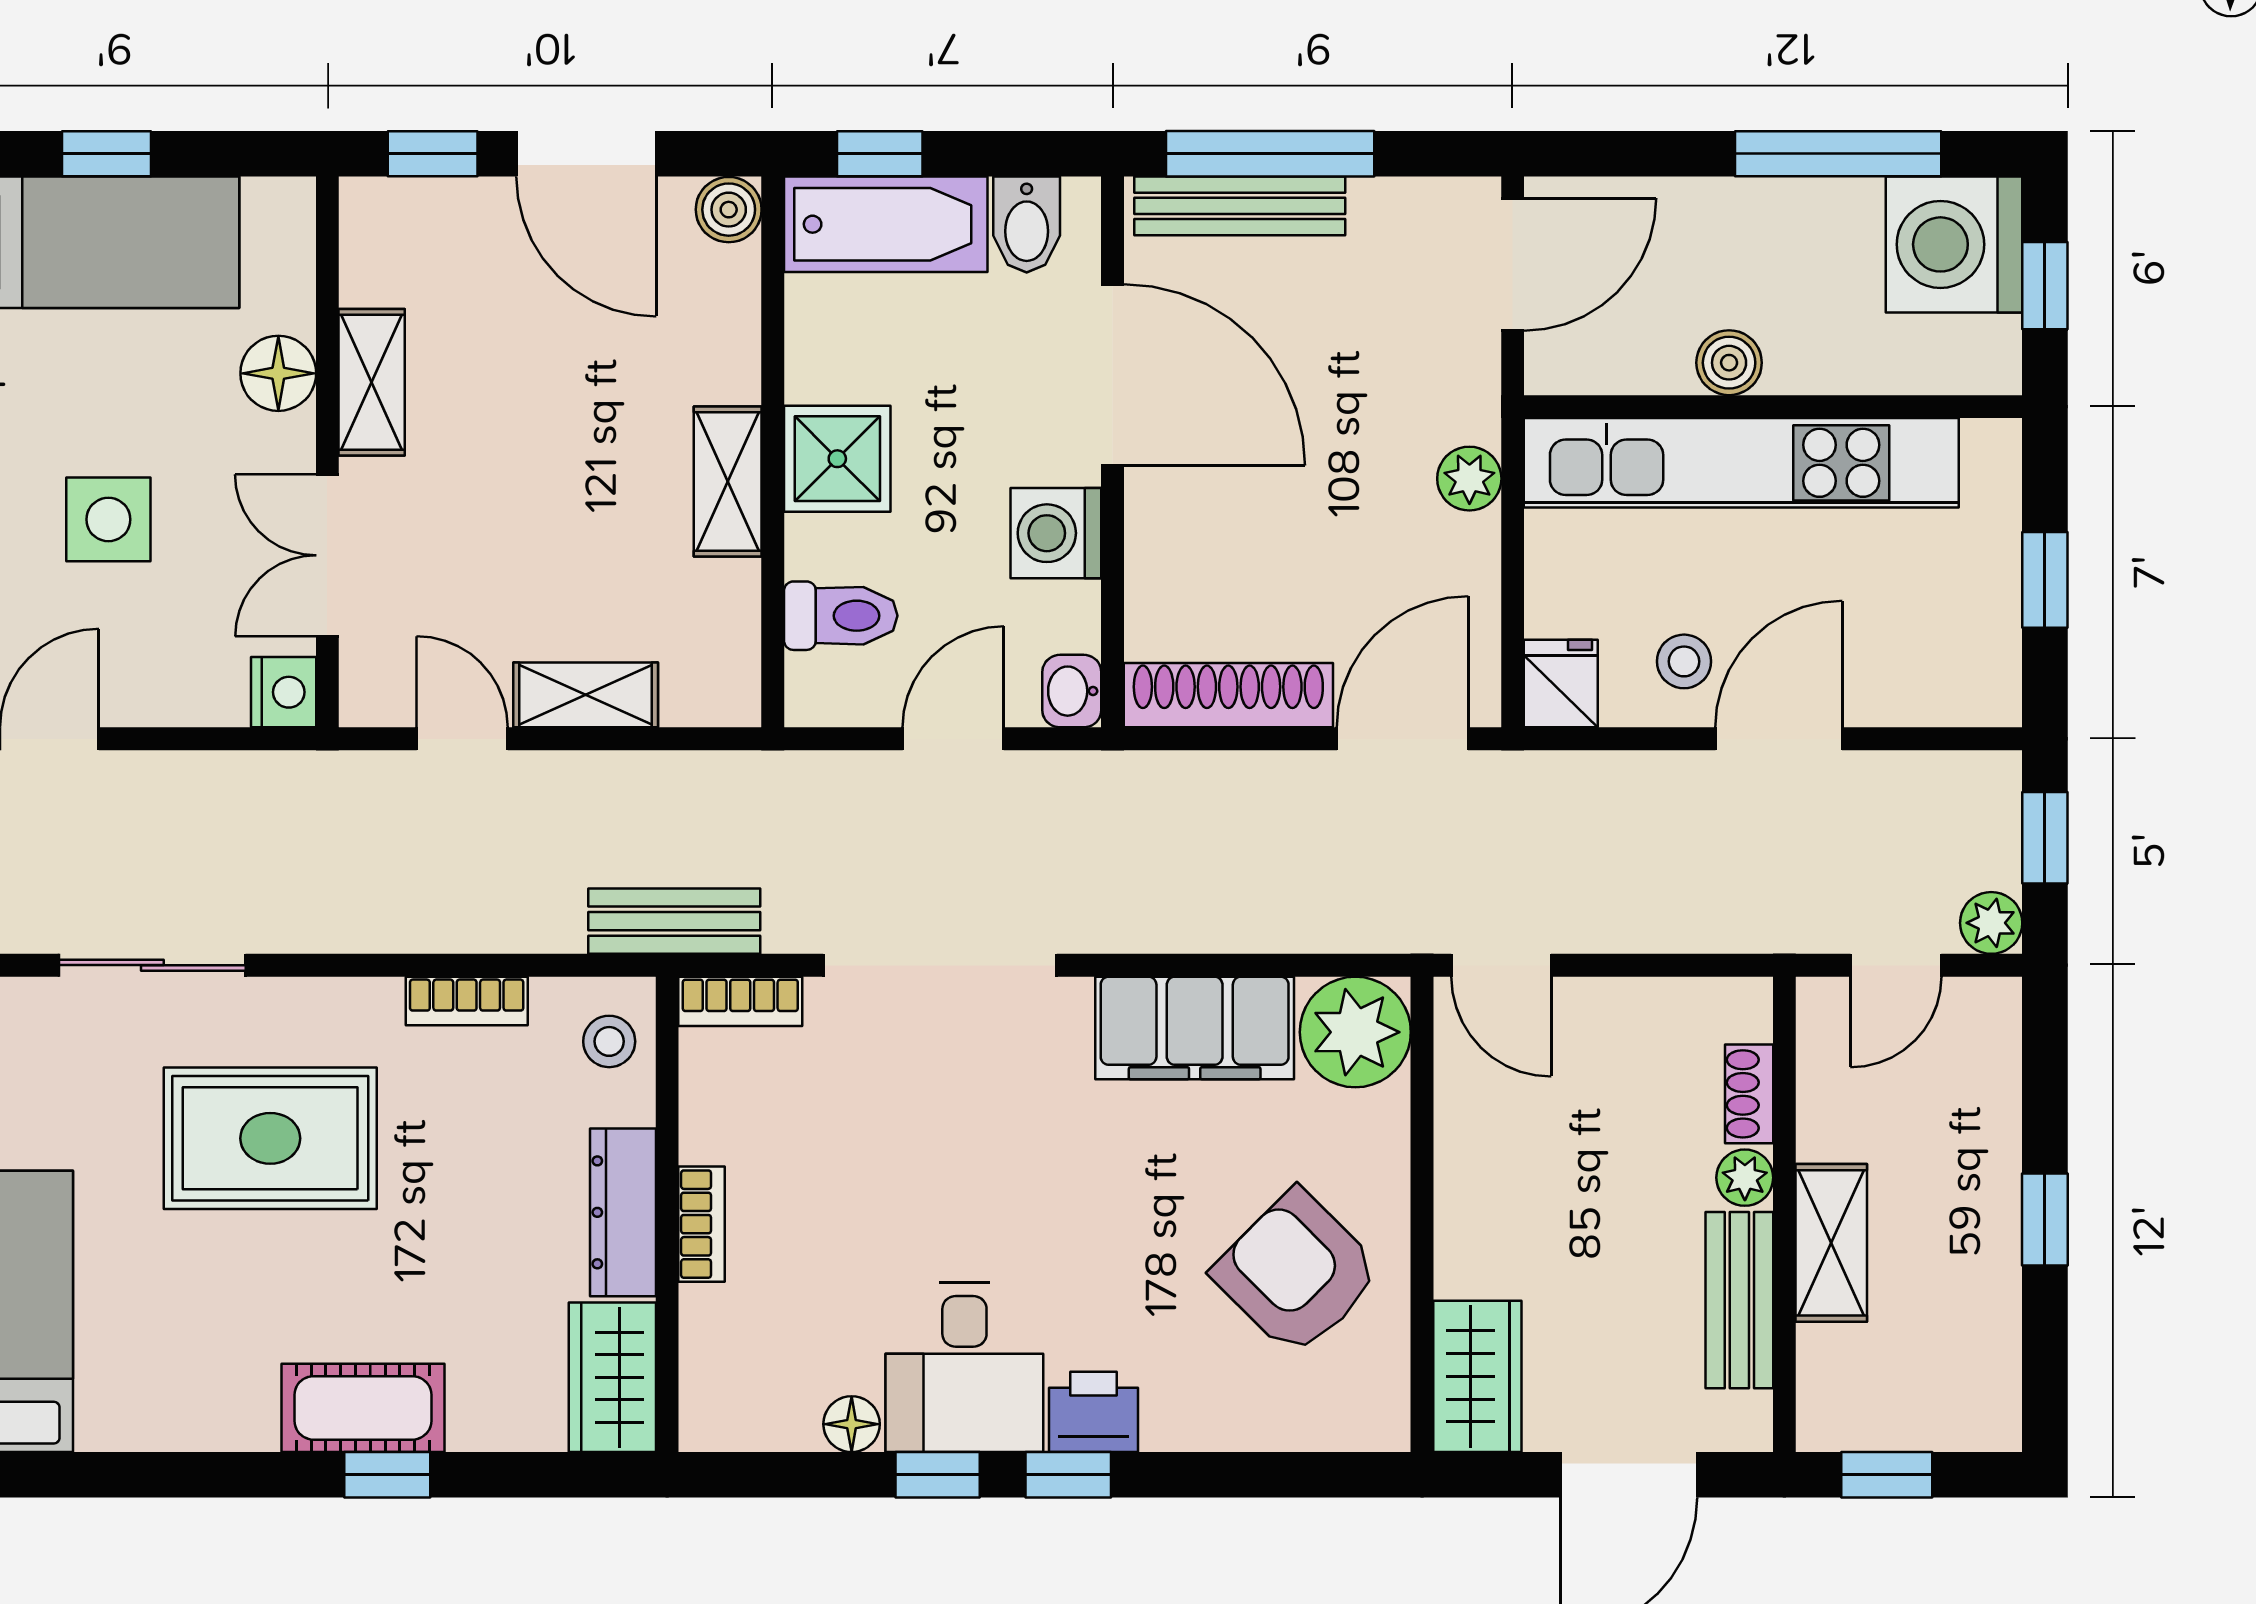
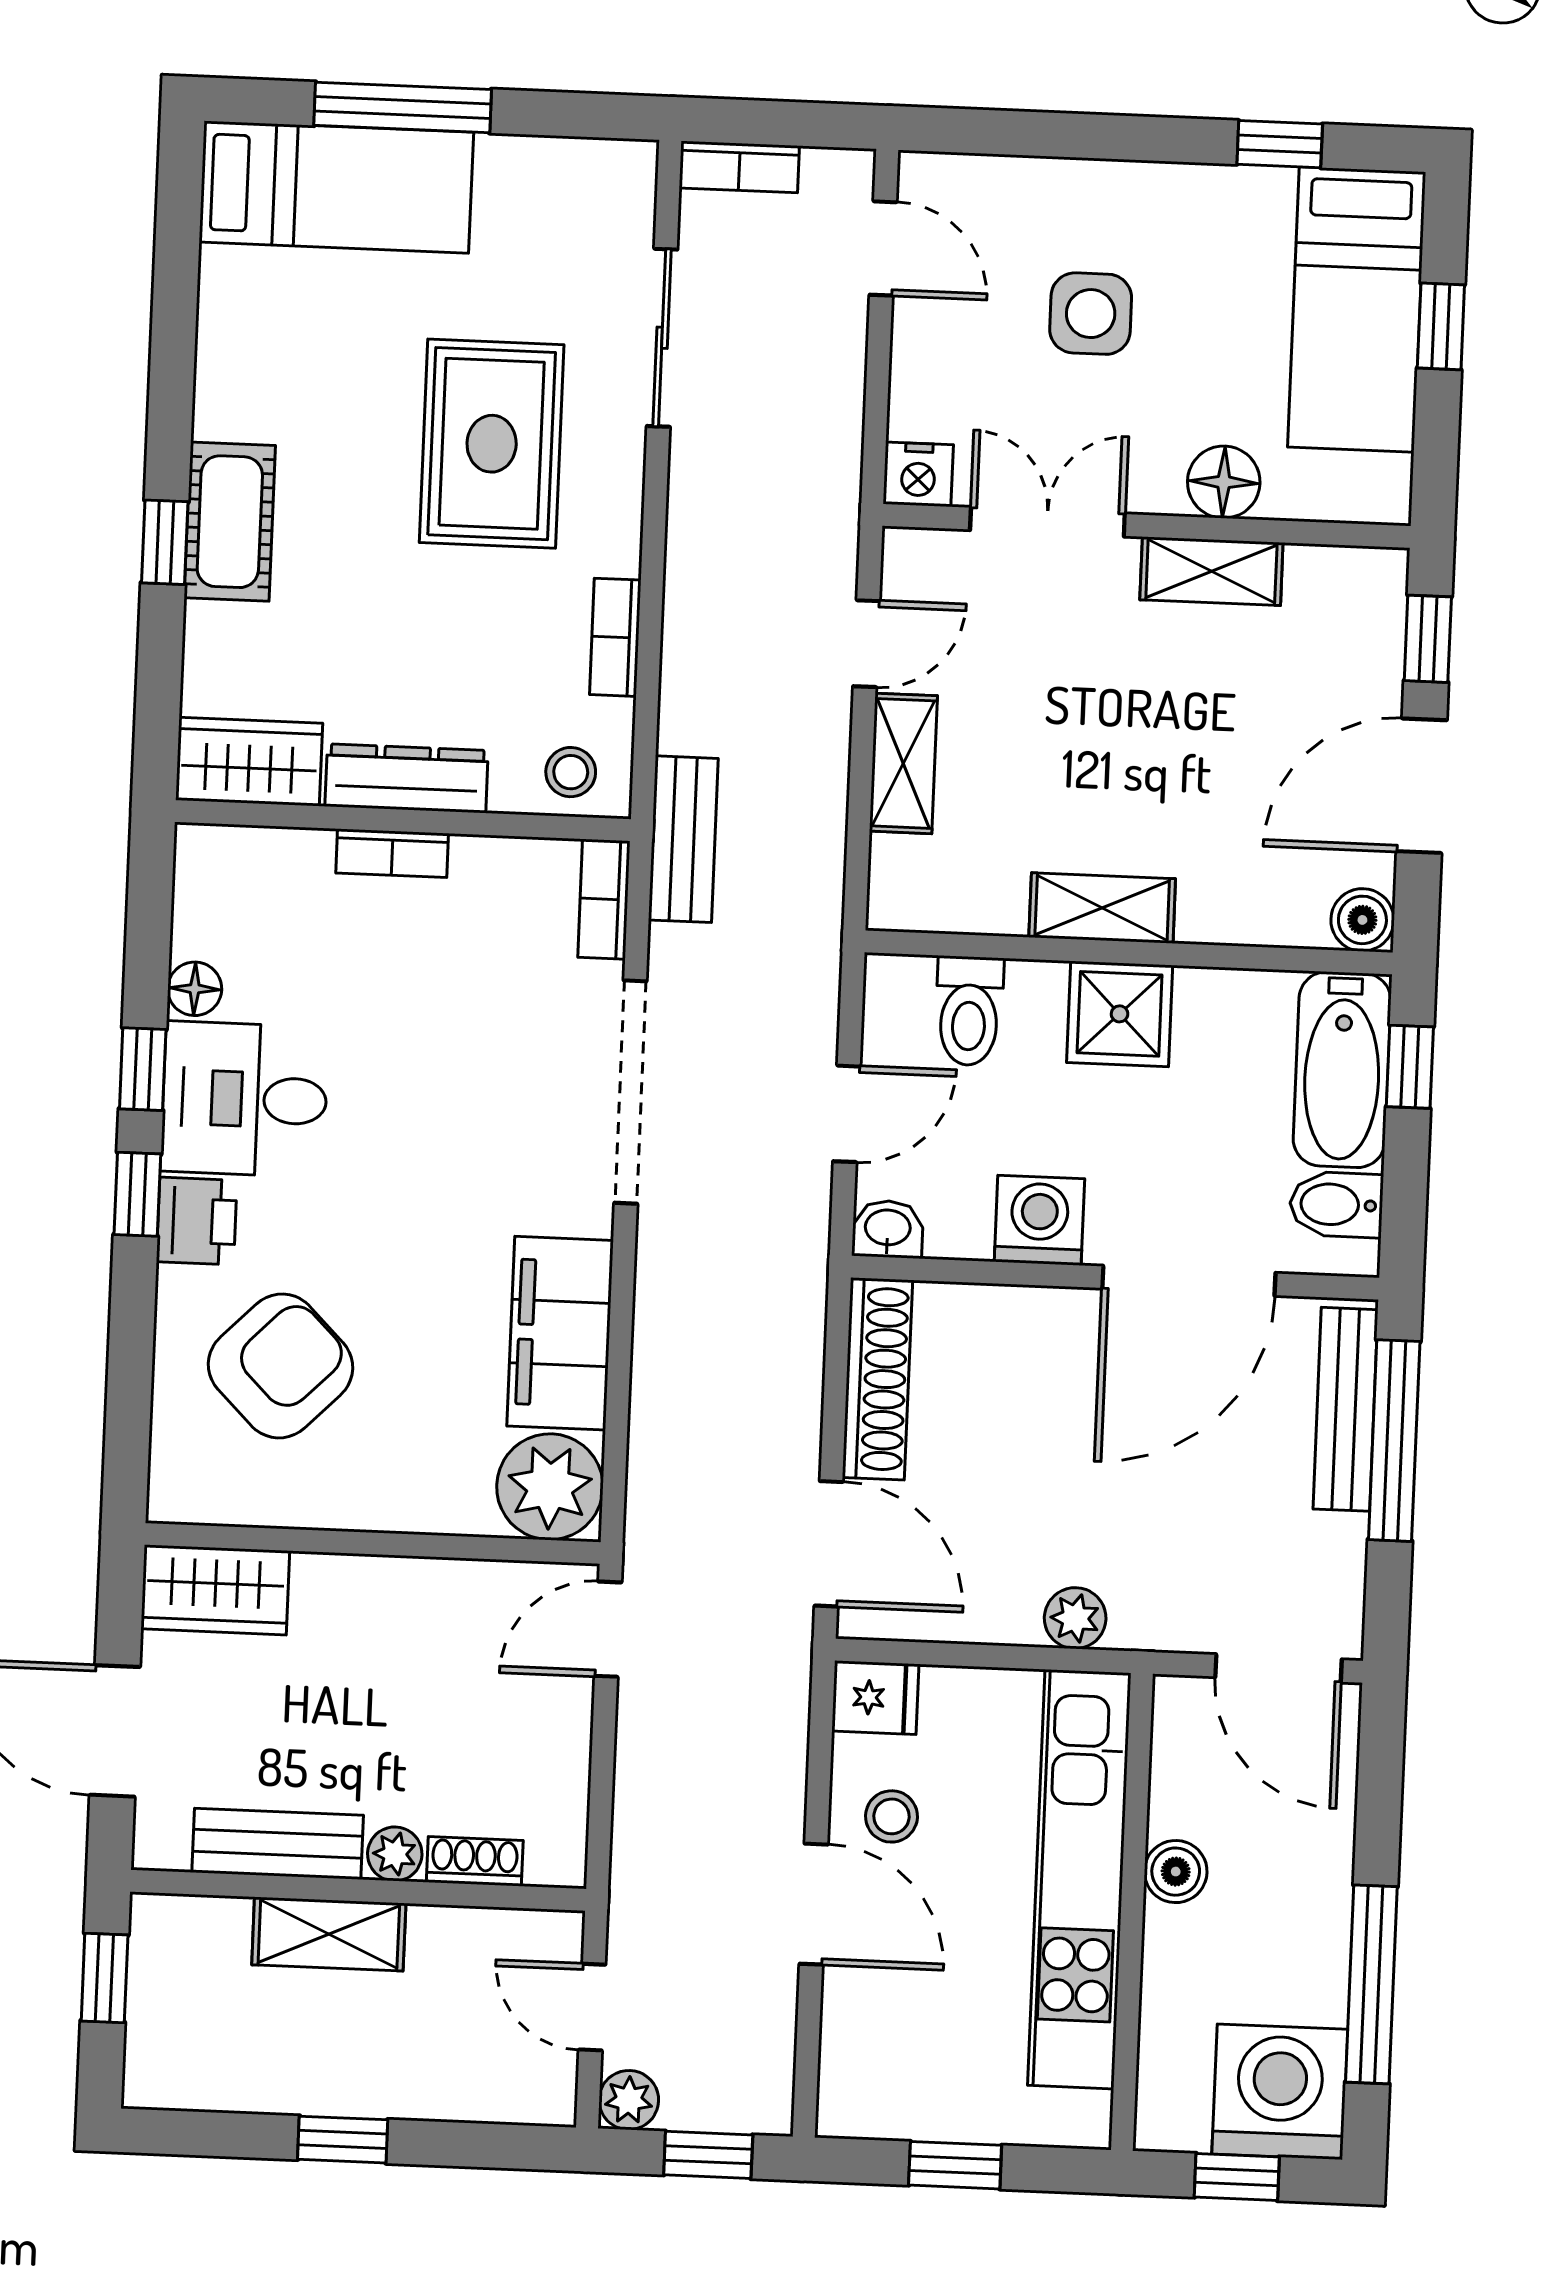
door: (953, 739) -> (847, 1114), hinge flipped
armchair: (1297, 1273) -> (280, 1366), moved

